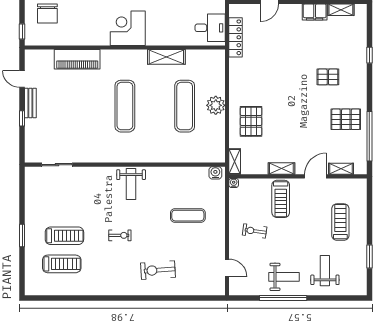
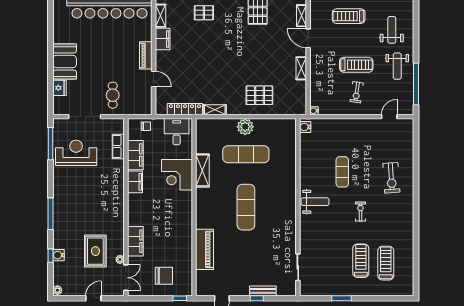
corner desk: (128, 28) -> (177, 175), moved
pallet: (328, 77) -> (204, 13), moved, turned 90
bench: (30, 103) -> (263, 291), moved
exercise mat: (125, 106) -> (246, 207), turned 90
shelving: (235, 162) -> (215, 110), moved
treadmill: (281, 199) -> (356, 65), moved
exercise mat: (188, 216) -> (342, 172), moved
window: (22, 236) -> (341, 298), moved
weight bench: (325, 271) -> (392, 30), turned 90
weight bench: (284, 277) -> (397, 66), turned 180
window: (283, 298) -> (416, 84), moved

